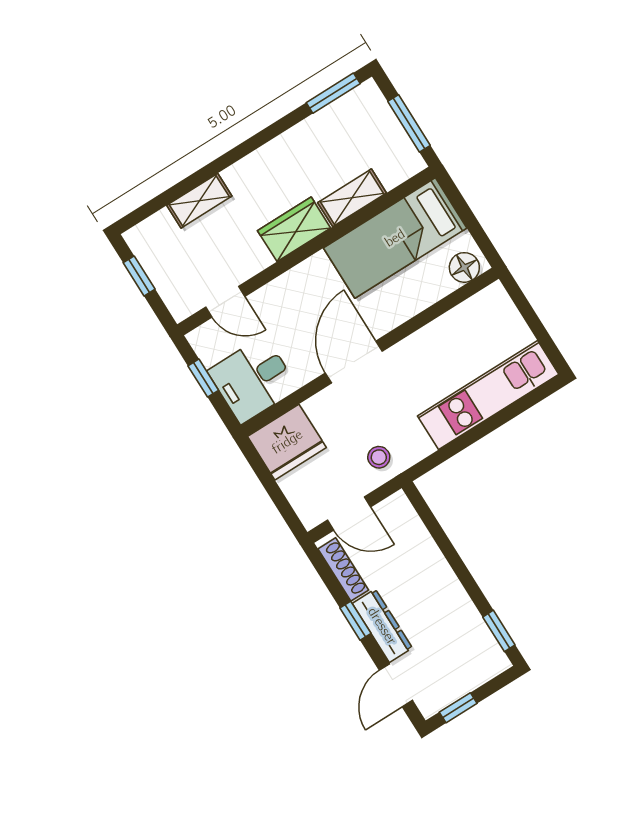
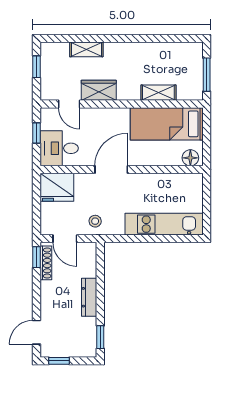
window: (333, 93) -> (180, 38), removed
wardrobe: (294, 229) -> (99, 90), moved
window: (355, 621) -> (36, 257), moved
dresser: (382, 626) -> (89, 297), moved, turned 180

